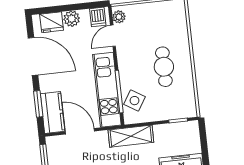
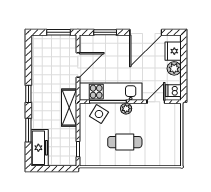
plant: (119, 17) -> (126, 109), moved
door: (113, 36) -> (156, 102), hinge flipped
kitchen counter: (53, 113) -> (96, 43), removed

